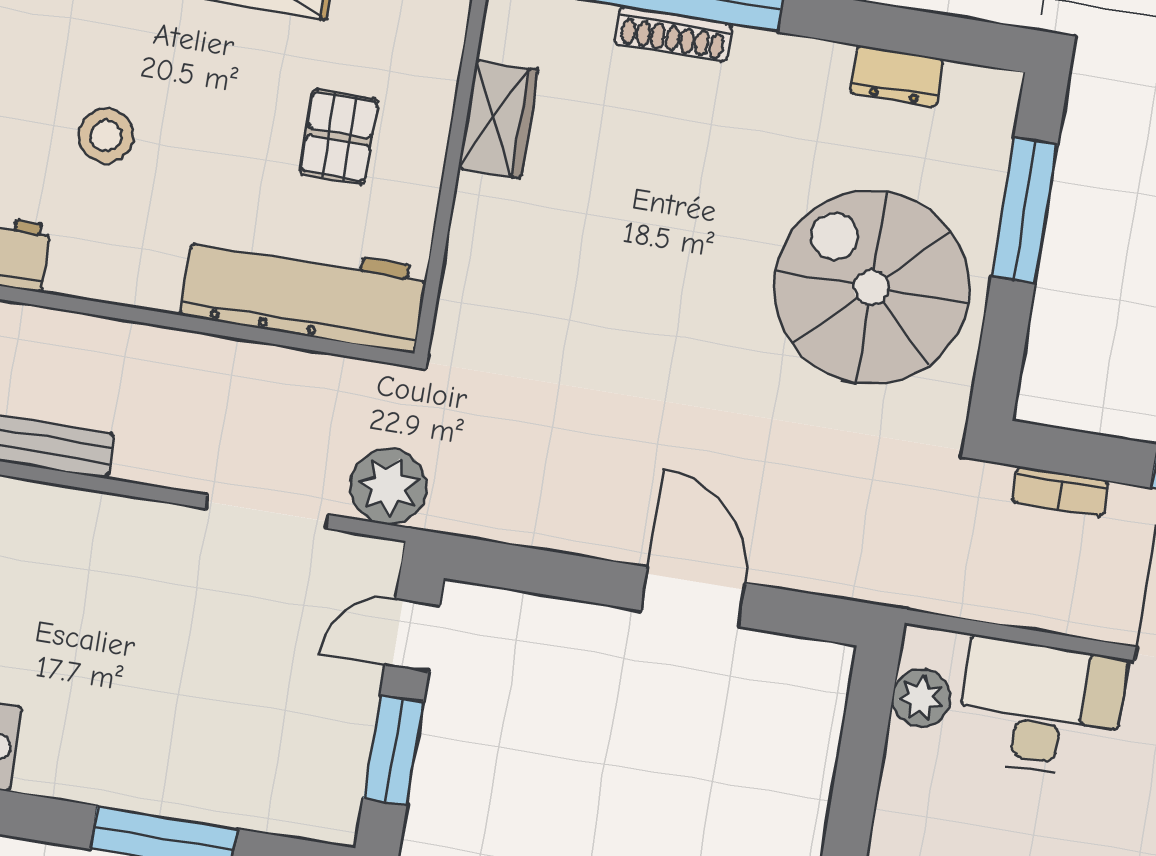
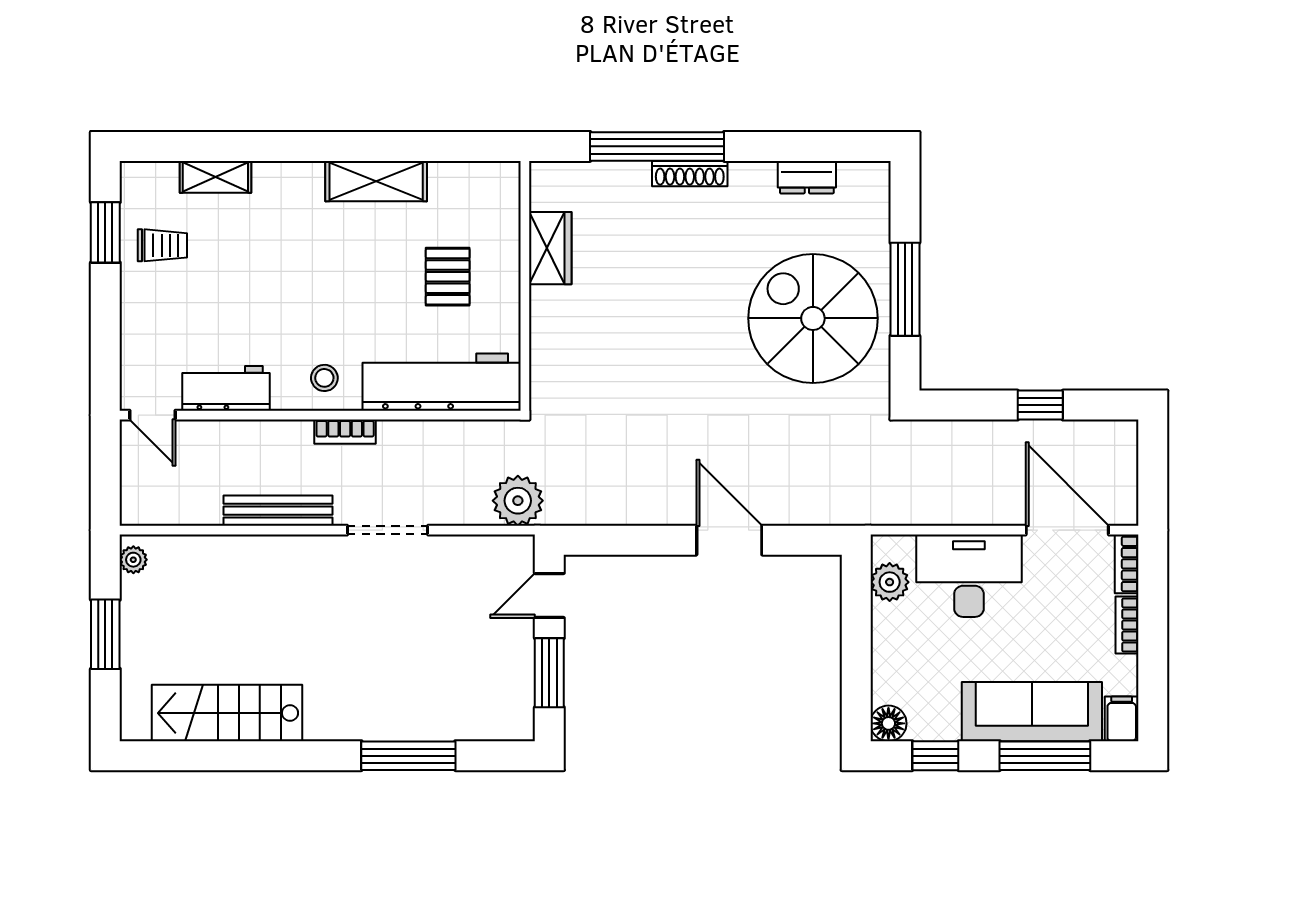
shoe rack: (673, 34) -> (690, 174), moved
stool: (106, 136) -> (324, 378), moved, width x0.73, depth x0.73
window: (1024, 211) -> (905, 289), moved
bookcase: (1060, 491) -> (345, 432), moved
doorway: (267, 512) -> (388, 530), moved

